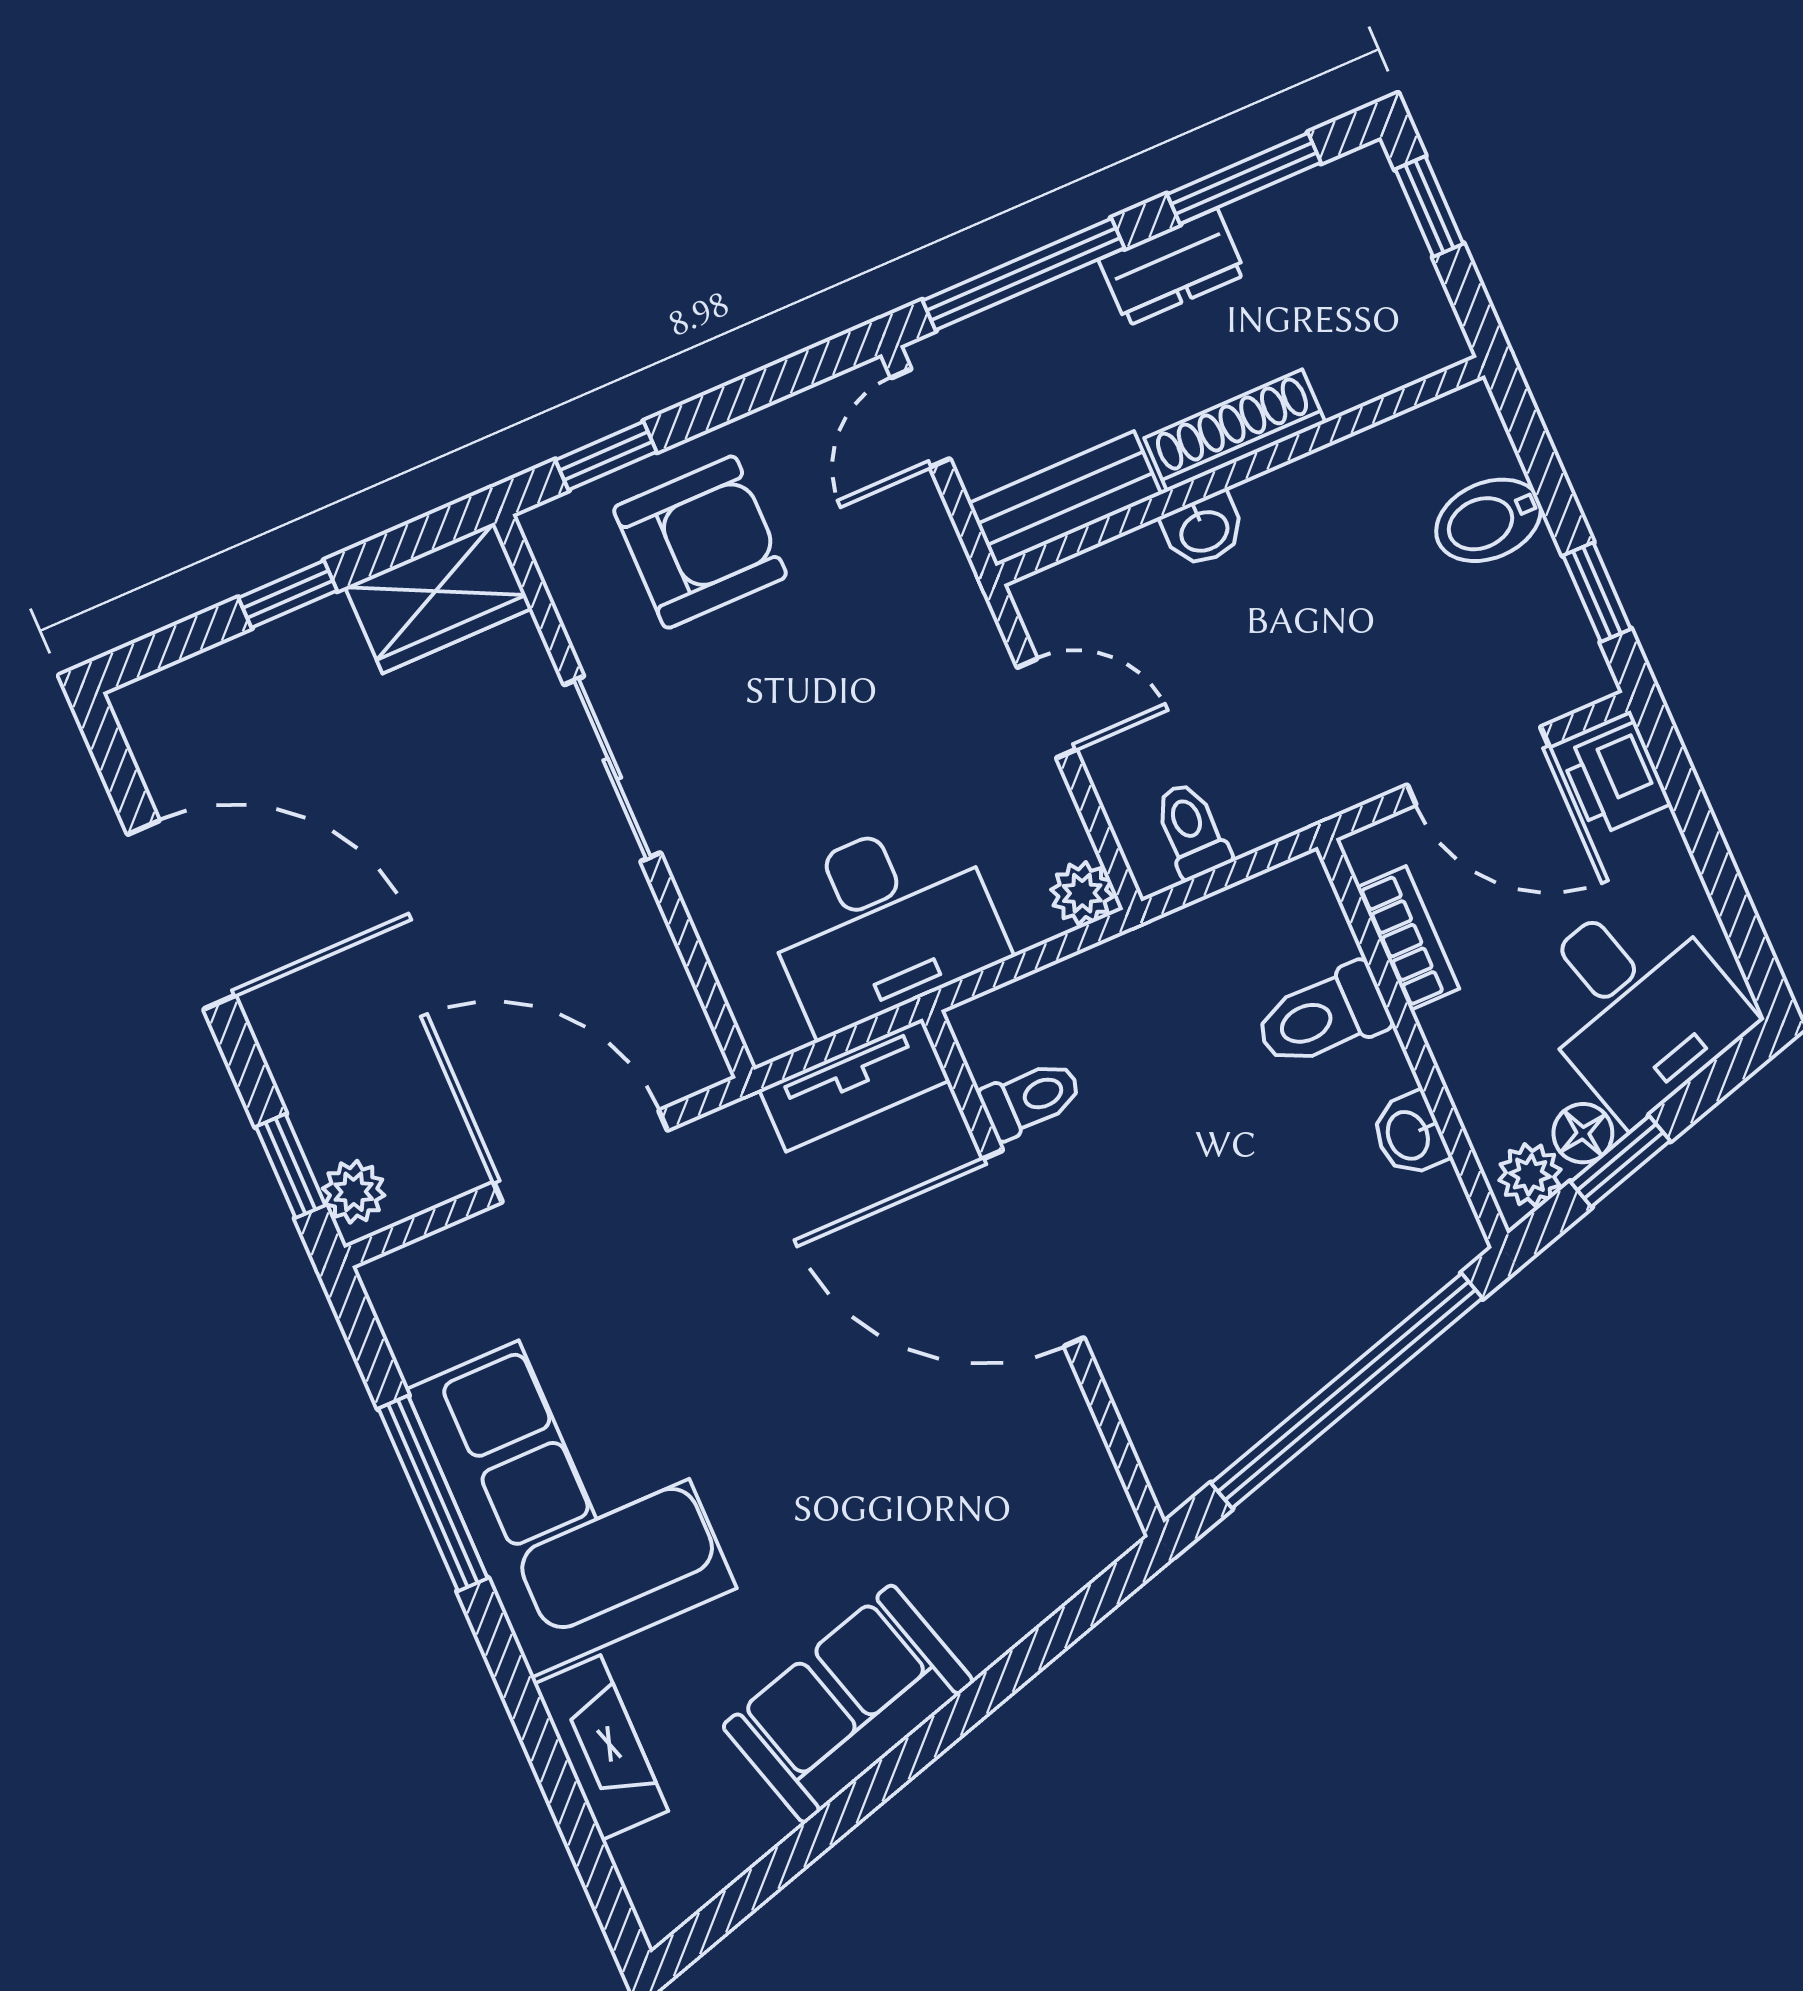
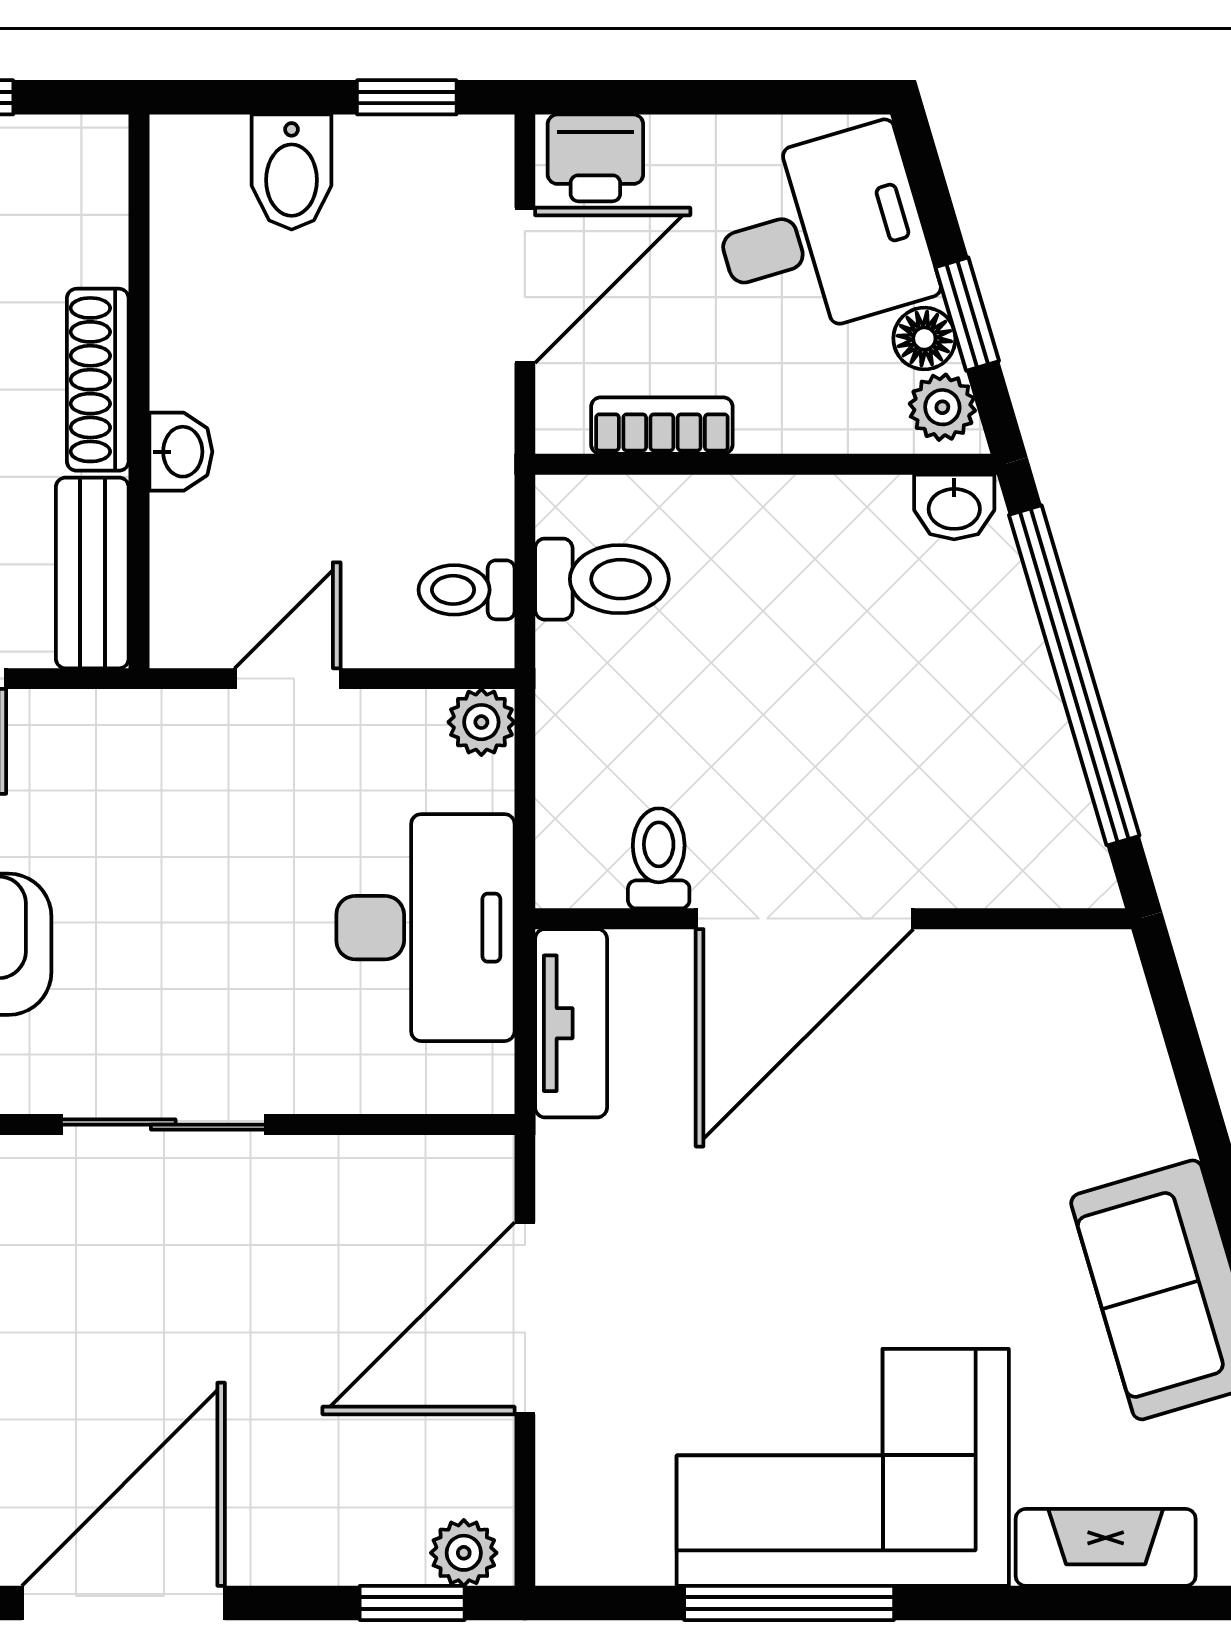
toilet: (1322, 1016) -> (602, 579), moved, turned -90
washbasin: (1410, 1135) -> (954, 507), moved

